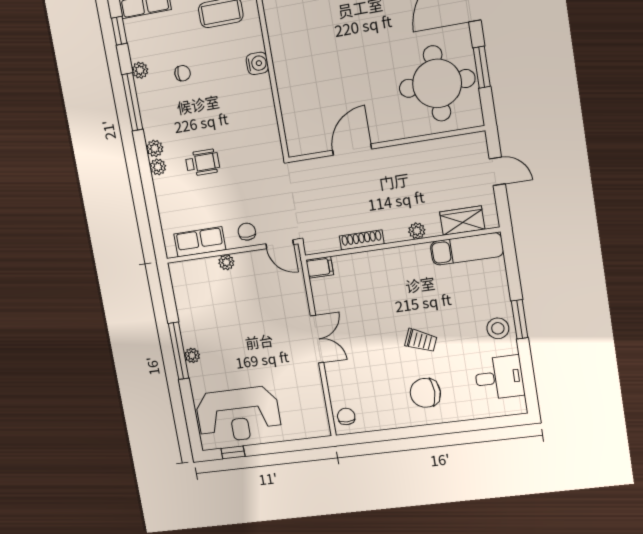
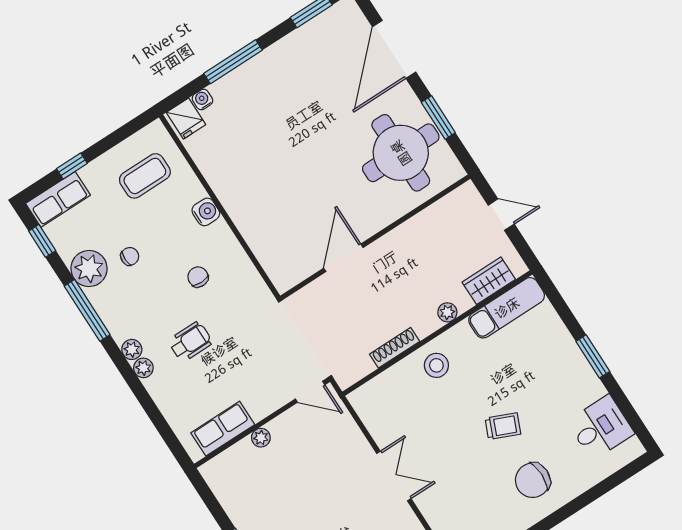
plant: (140, 70) -> (89, 269), width x1.88, depth x1.88
chair: (247, 232) -> (198, 277), moved
filing cabinet: (320, 267) -> (363, 397), removed
stool: (498, 328) -> (436, 365), moved

